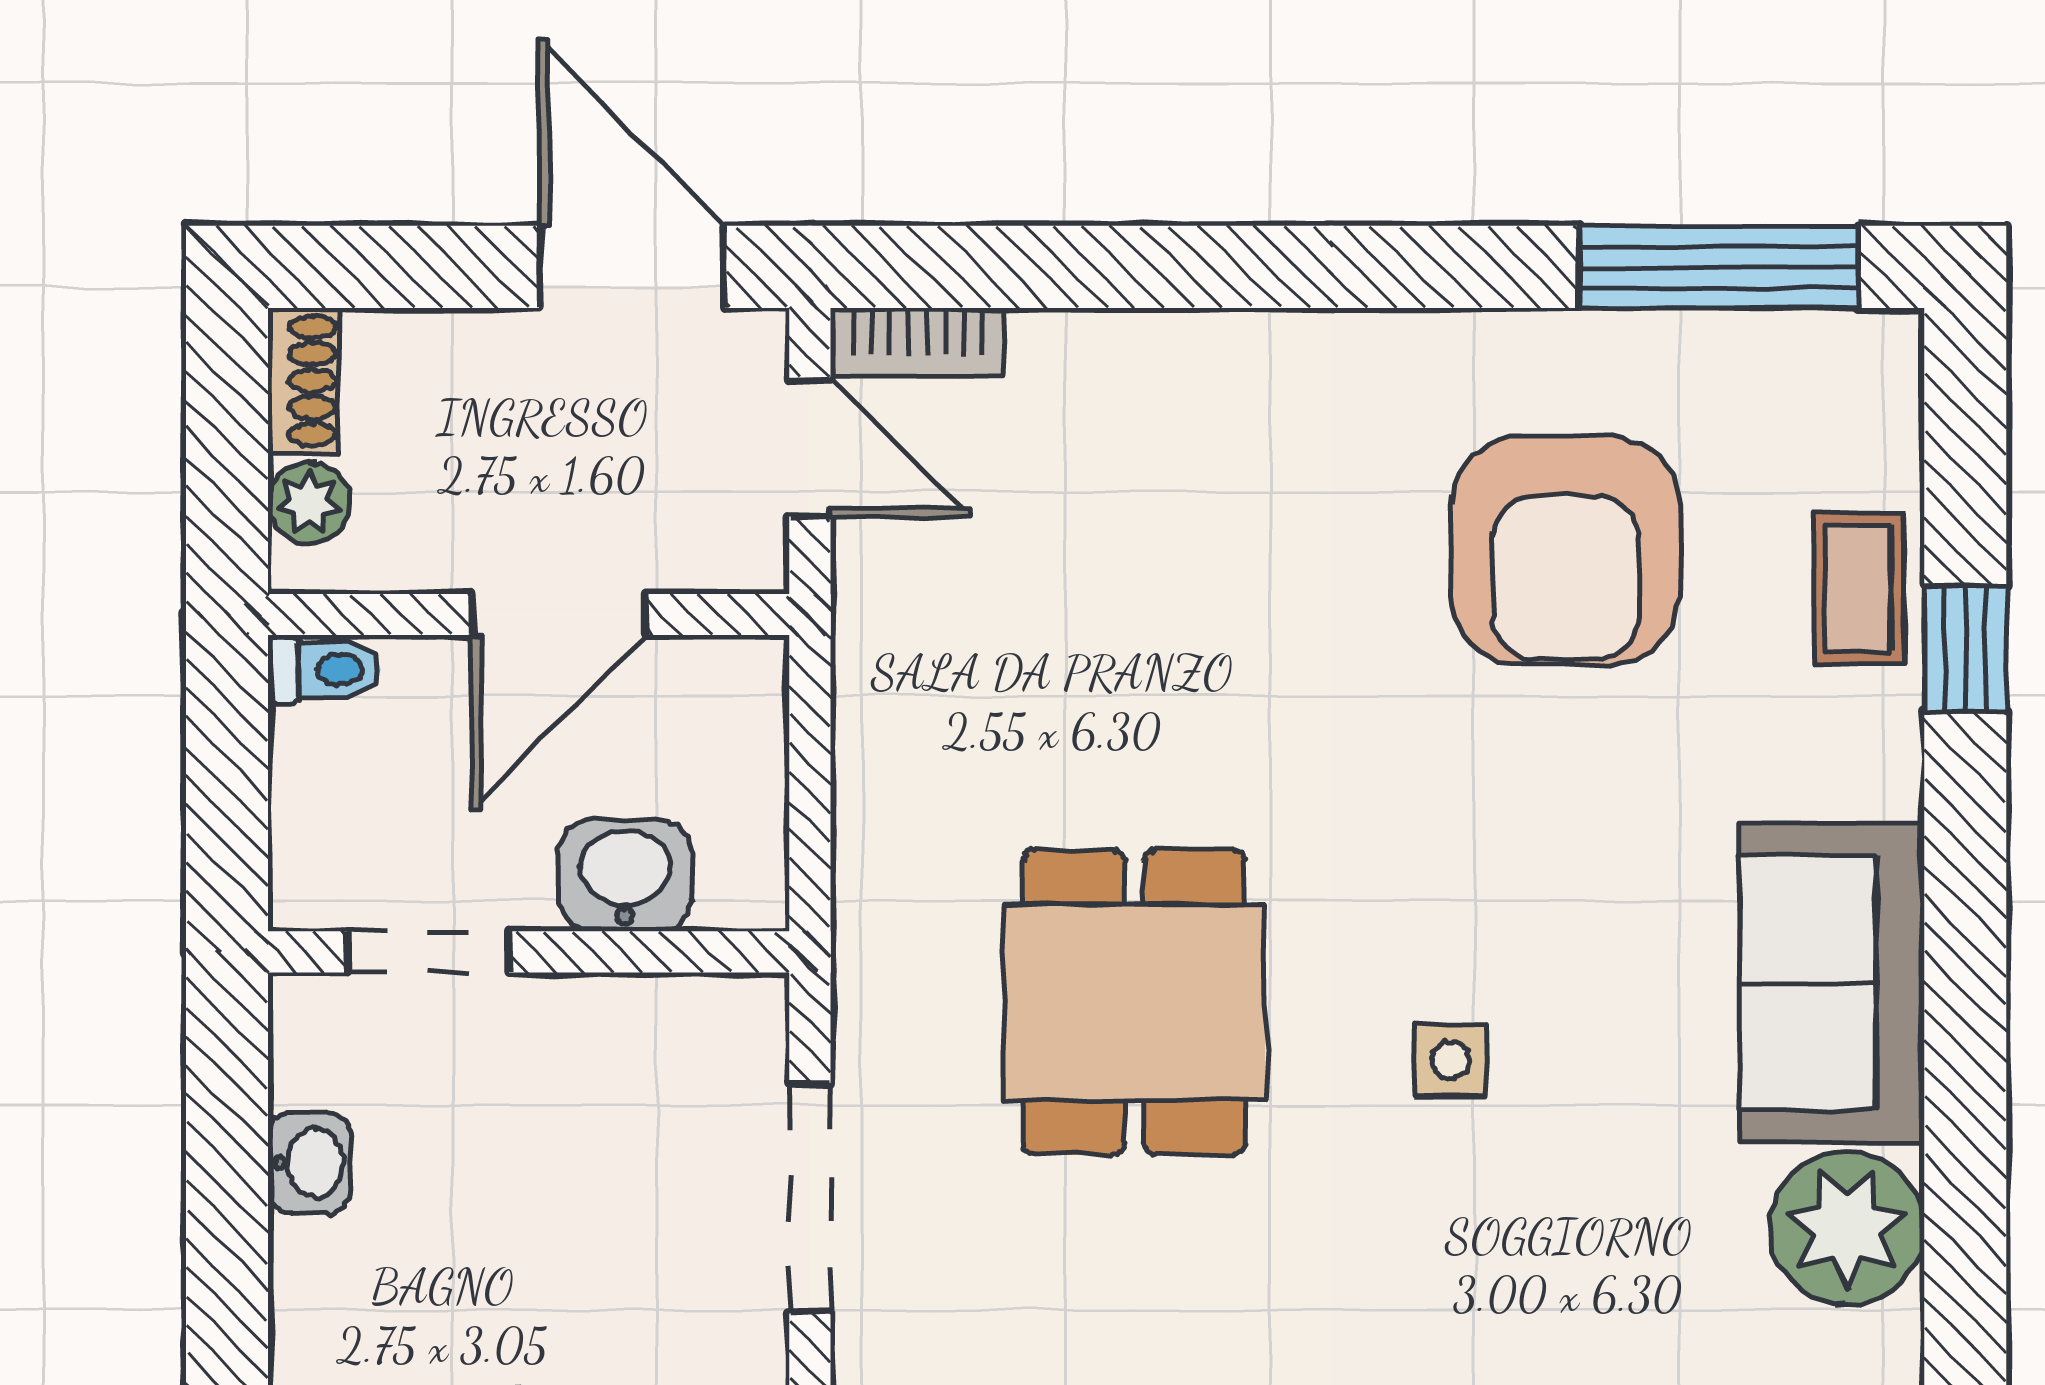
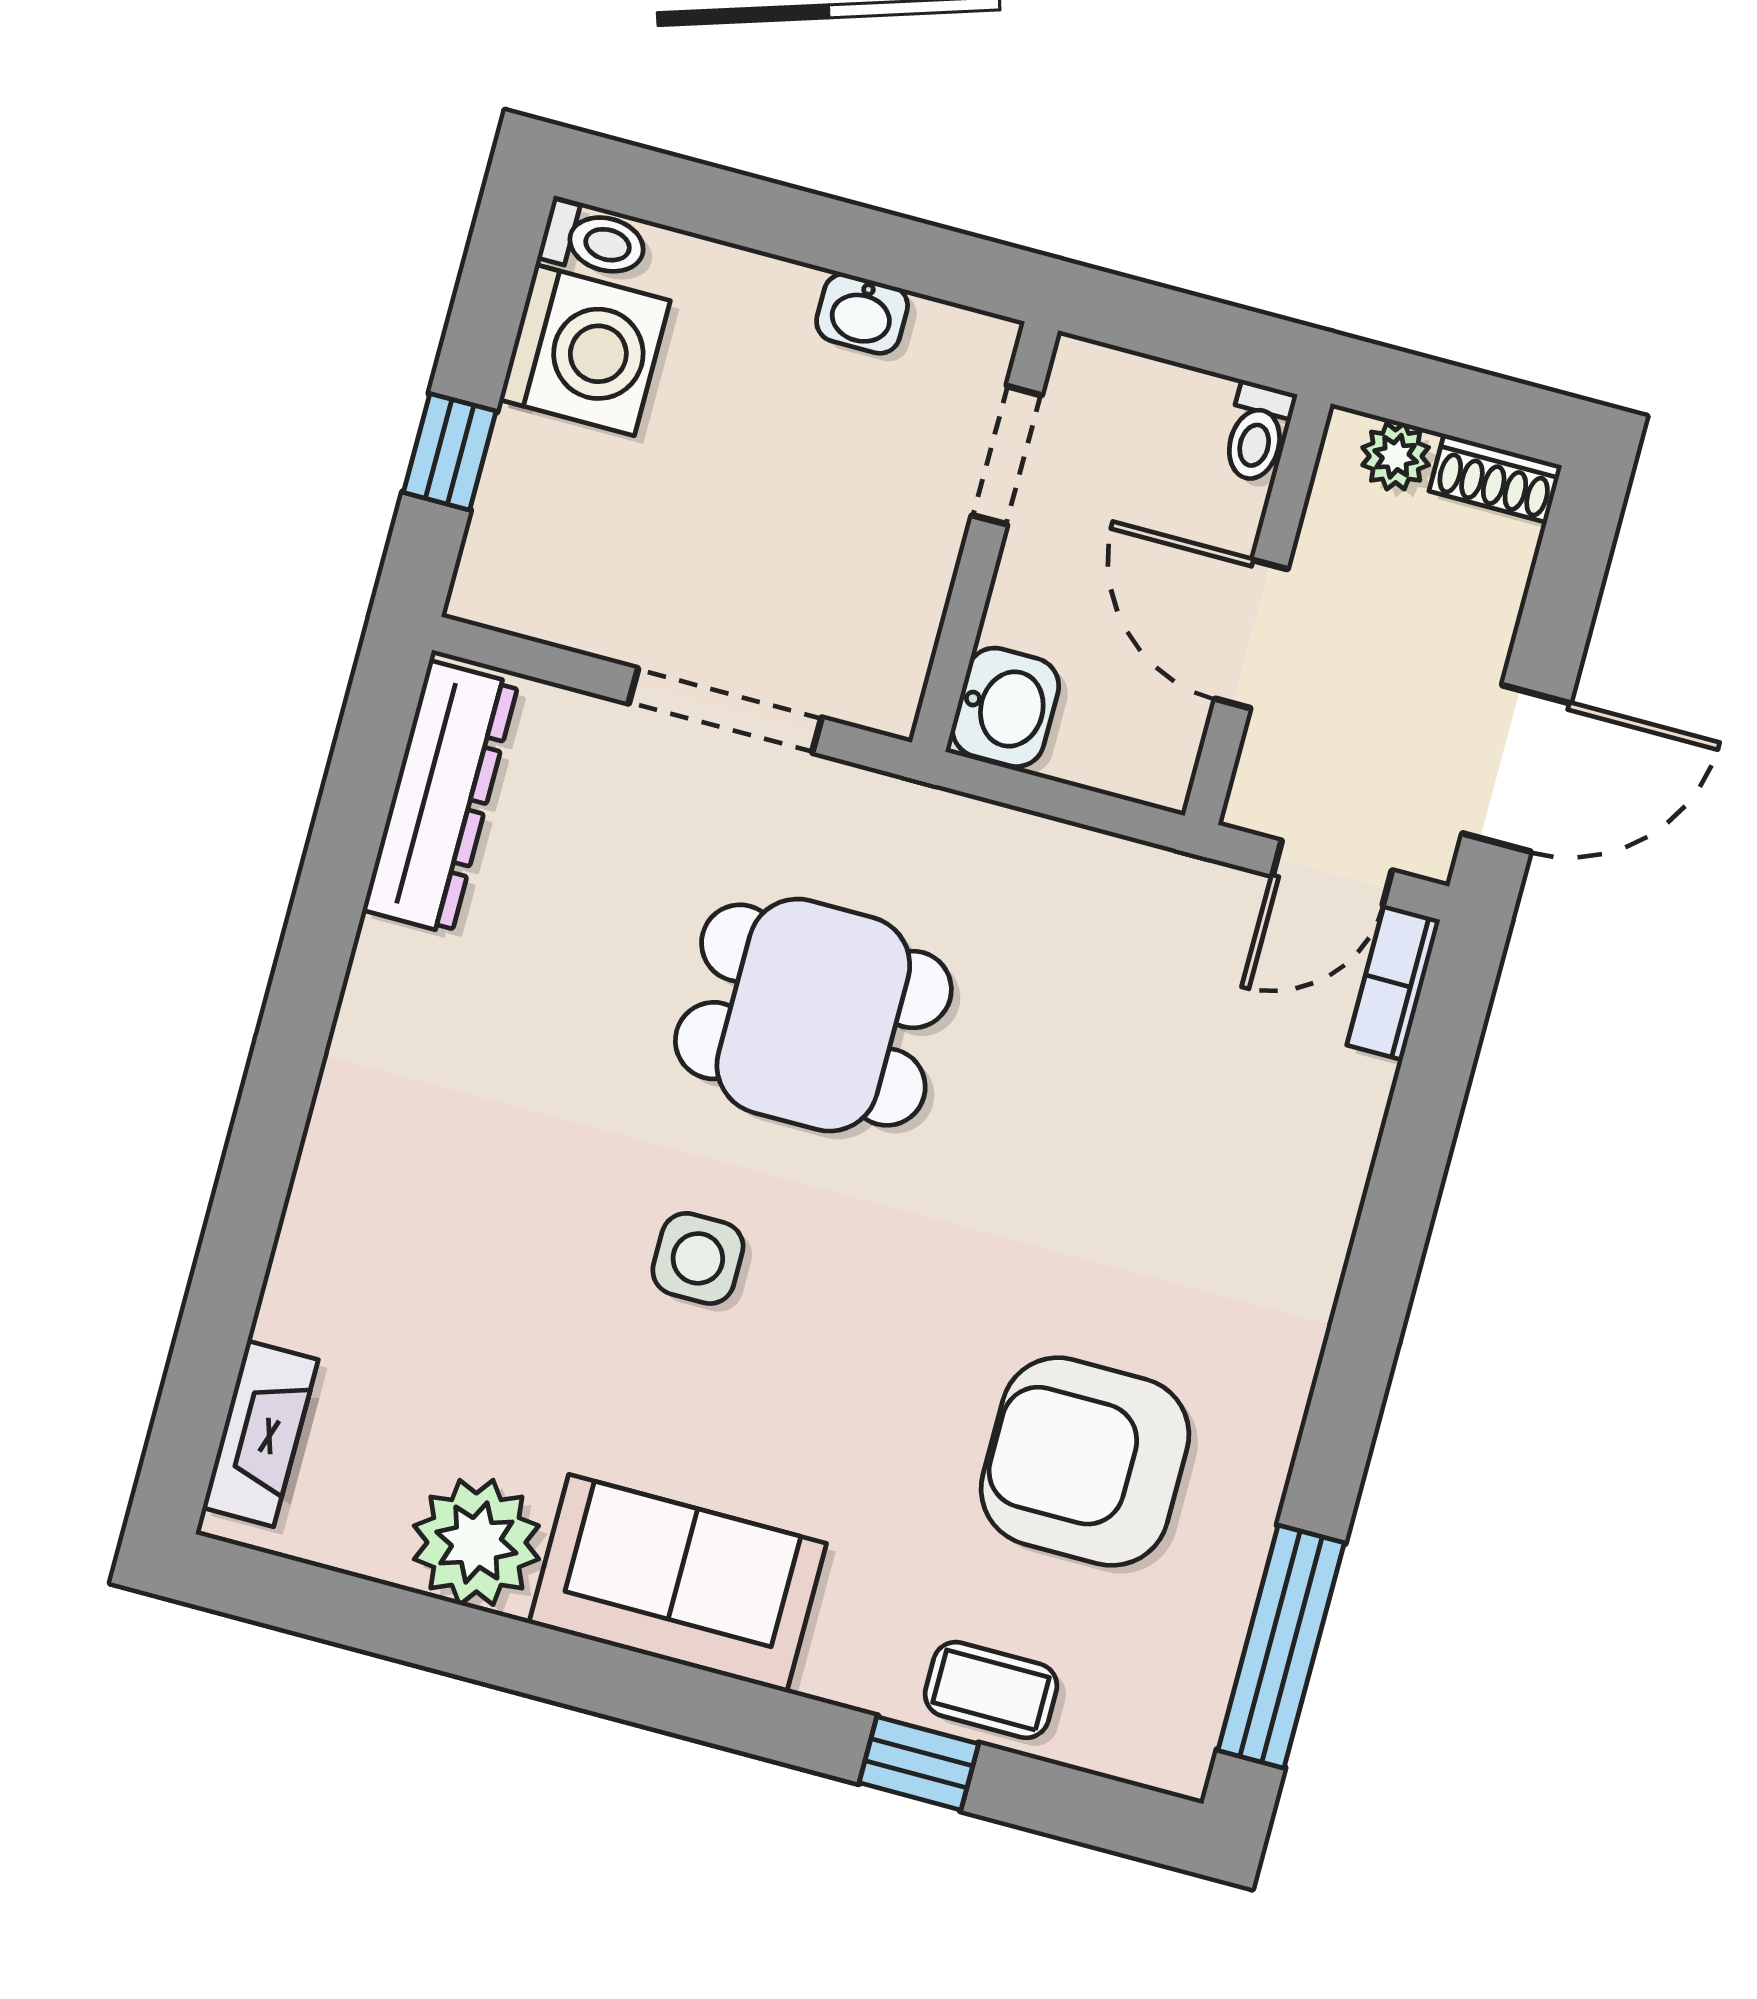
washbasin: (625, 875) -> (1005, 707), moved
side table: (1451, 1060) -> (698, 1258), width x1.37, depth x1.37

